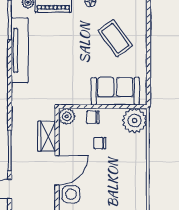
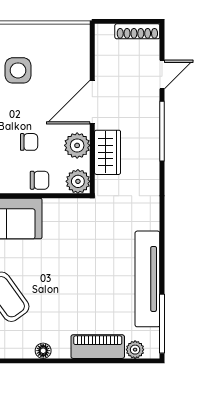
plant: (67, 141) -> (77, 145), added
side table: (71, 194) -> (18, 70), moved

